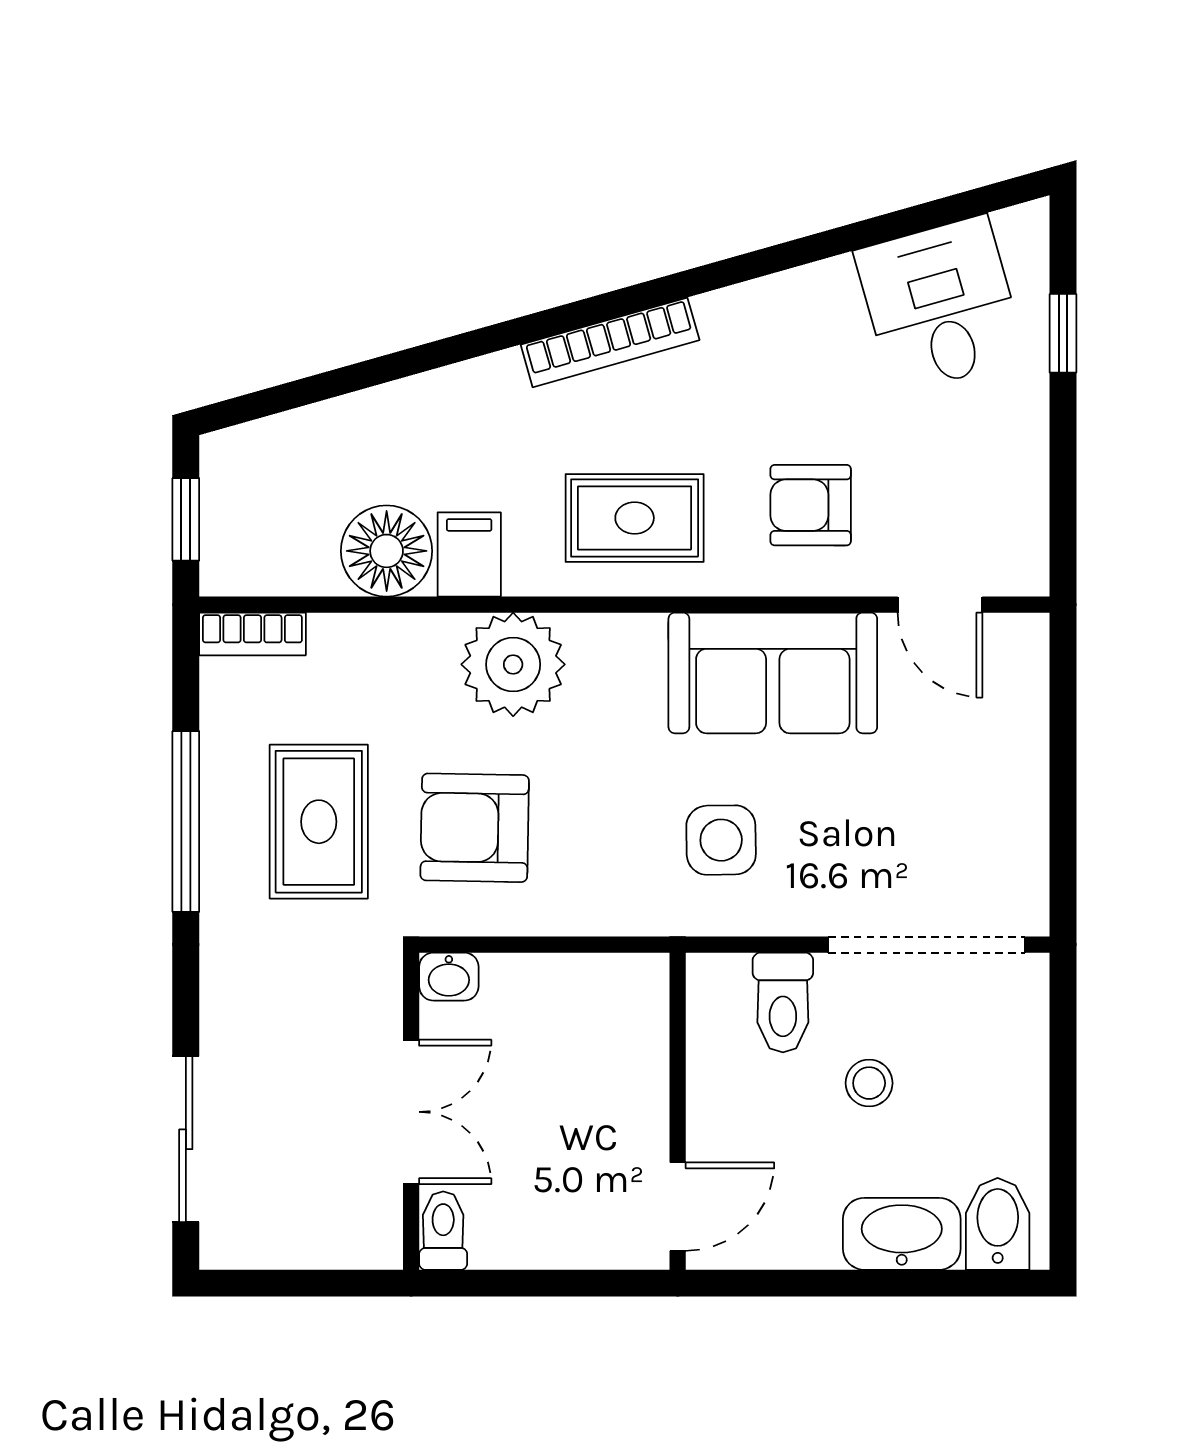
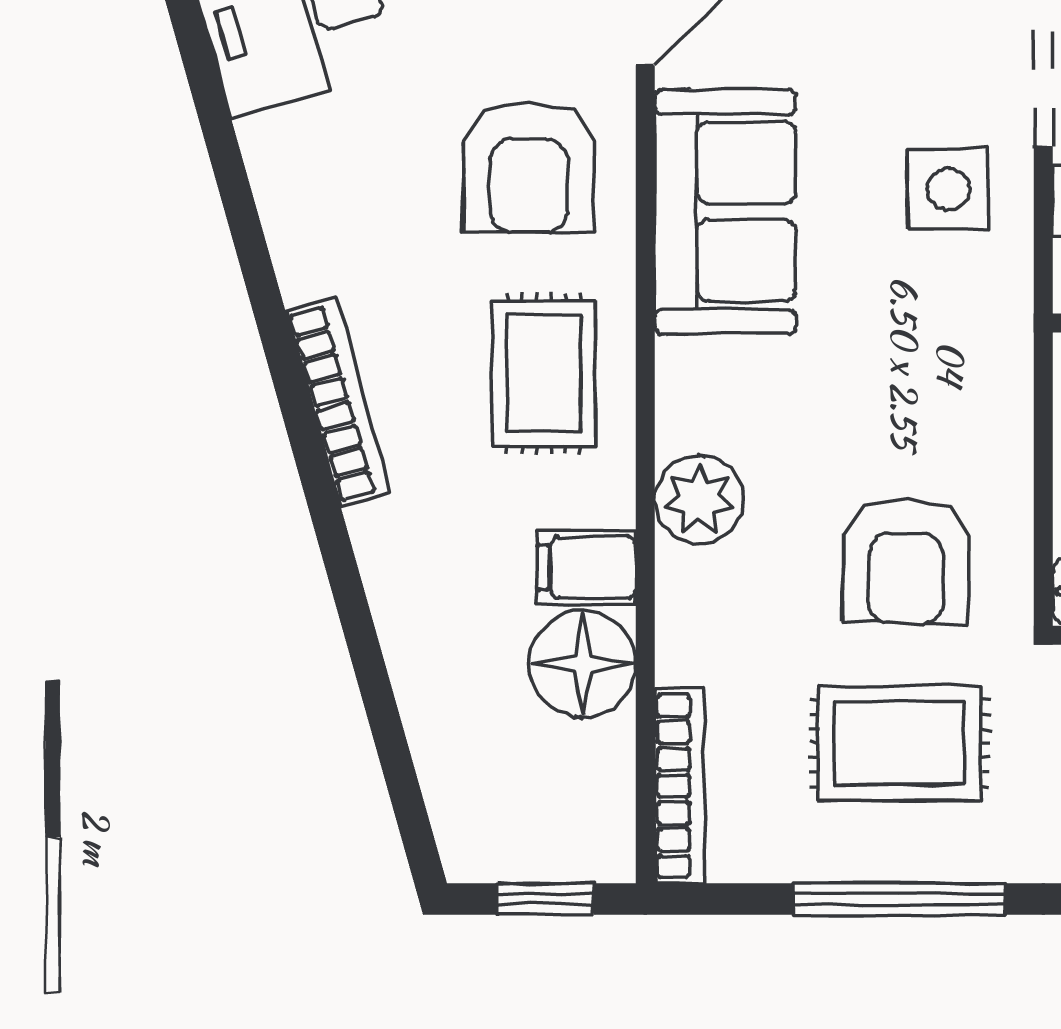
armchair: (811, 505) -> (529, 167), width x1.38, depth x1.38
bookcase: (252, 634) -> (680, 786), width x1.56
plant: (513, 664) -> (699, 500), width x0.73, depth x0.73
side table: (721, 840) -> (948, 189), moved

